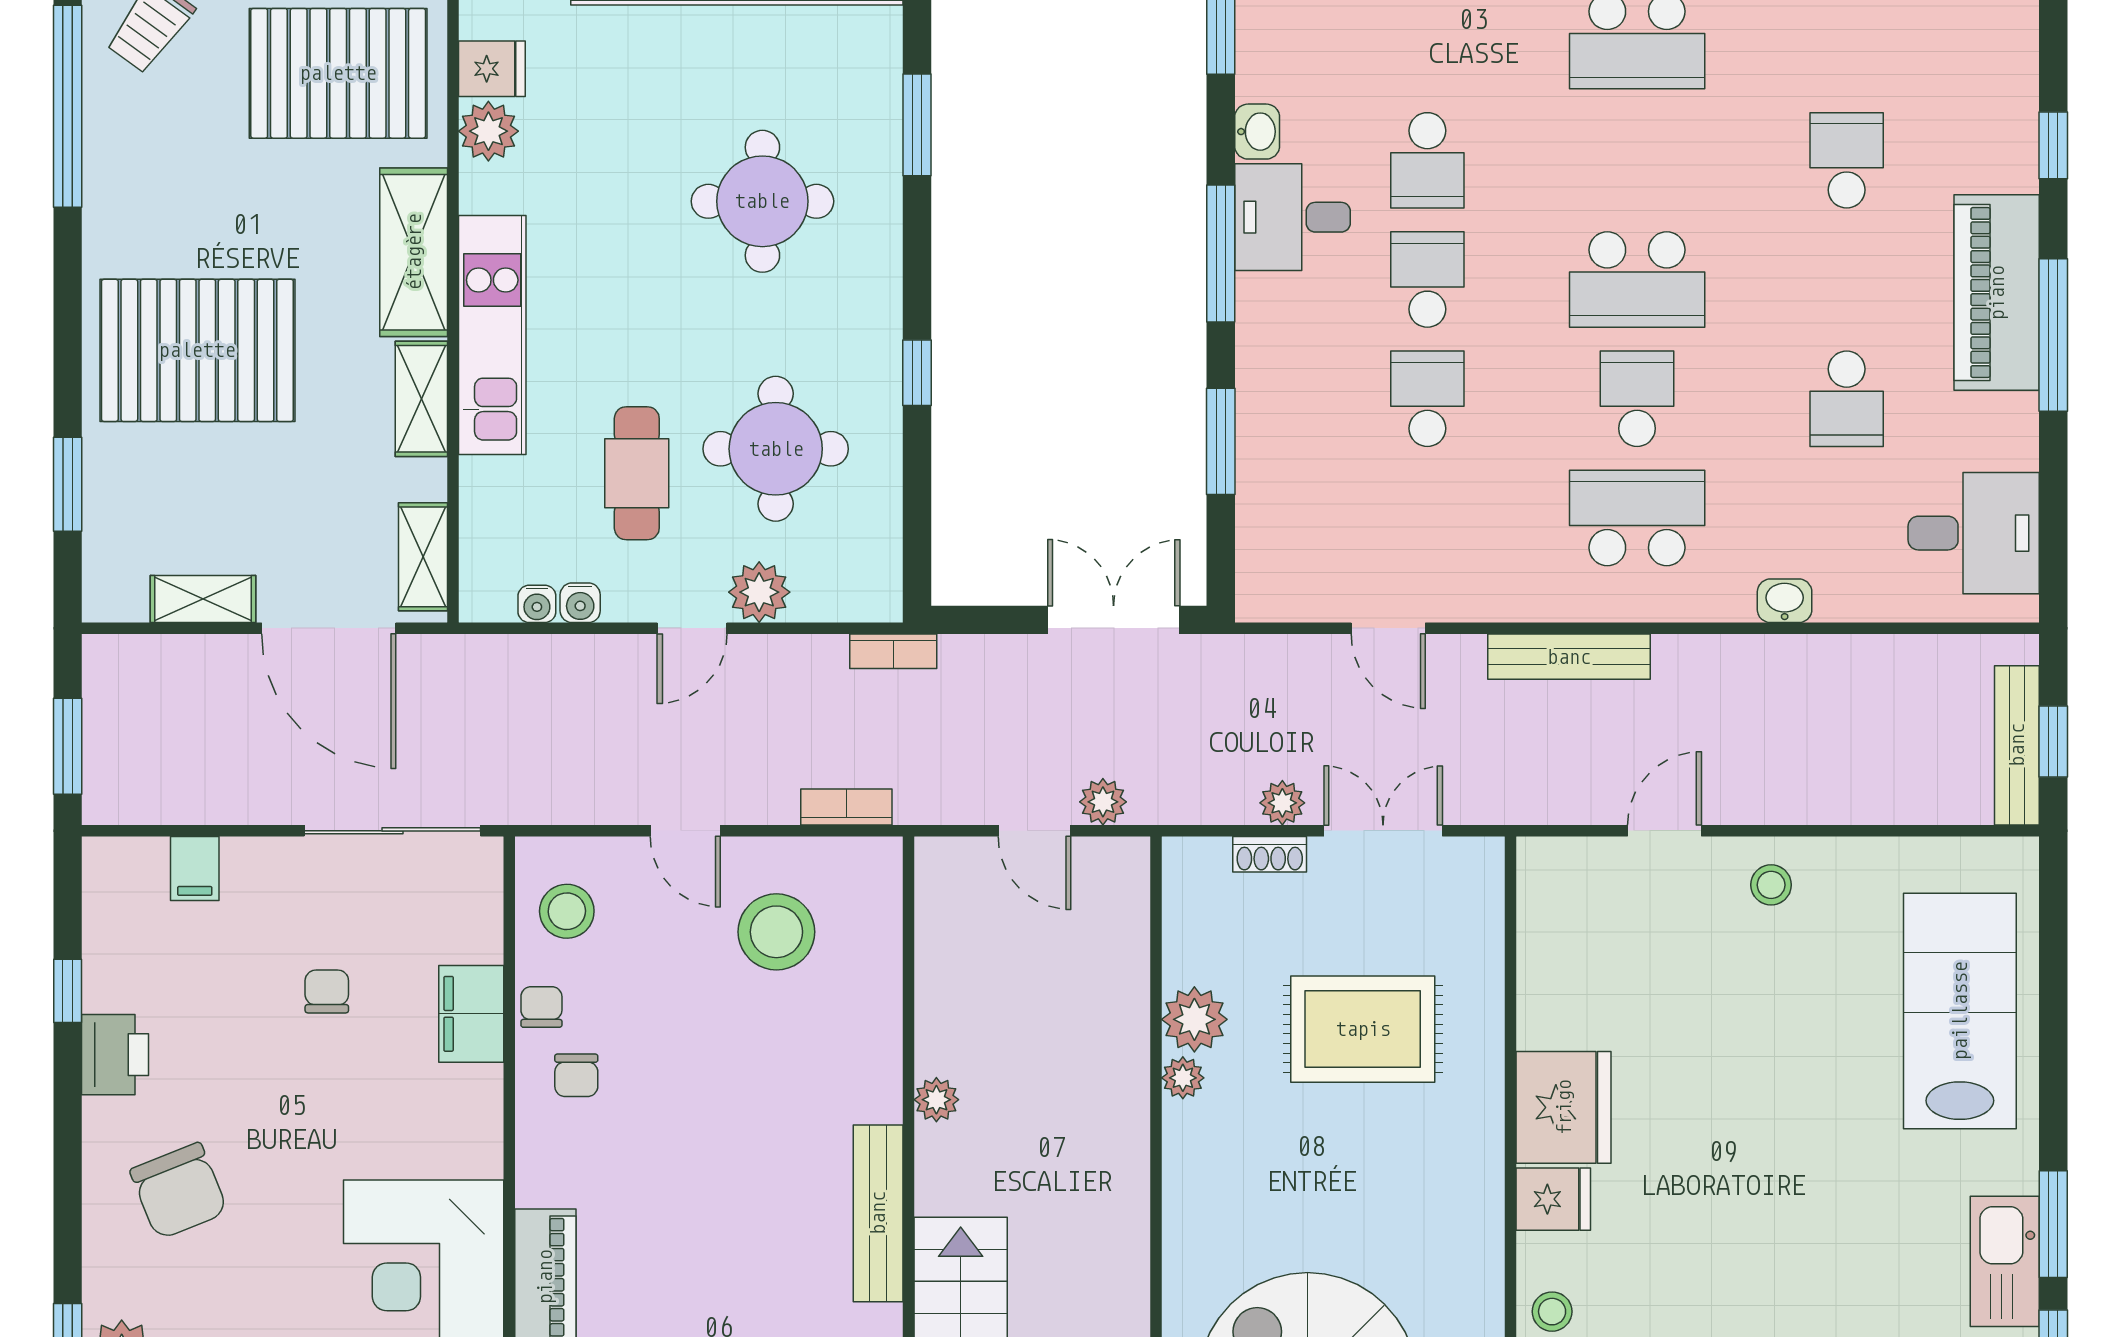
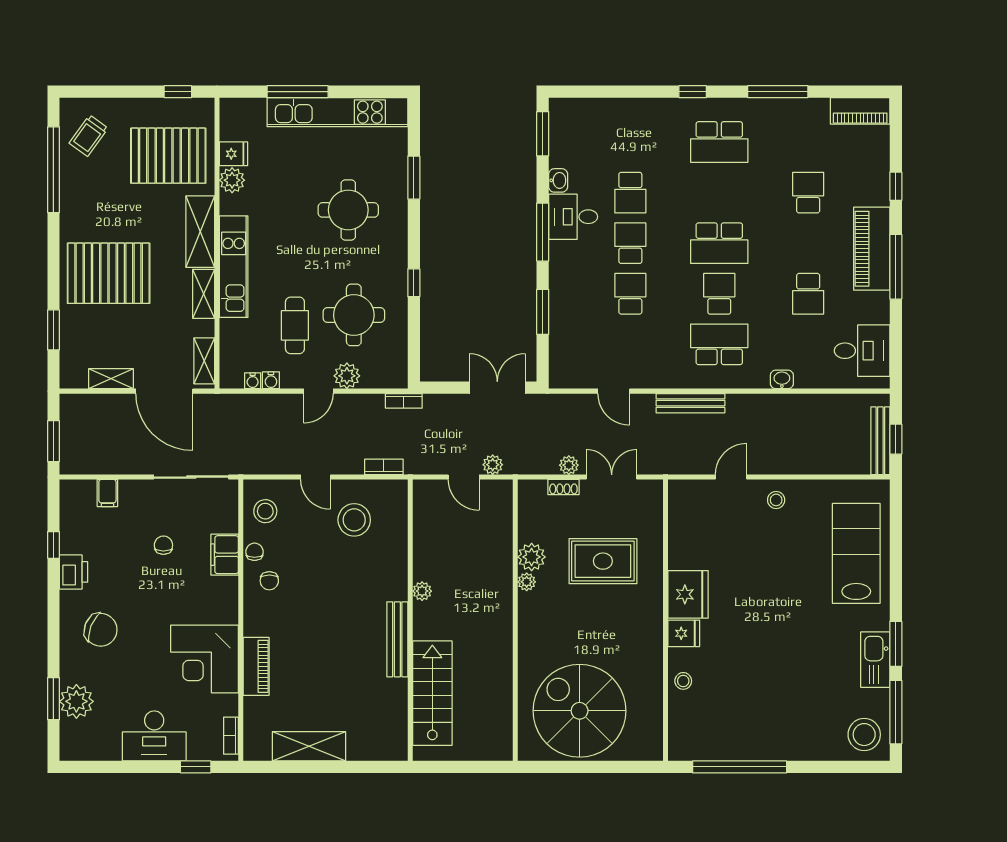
chair: (179, 1191) -> (101, 630), turned -46

